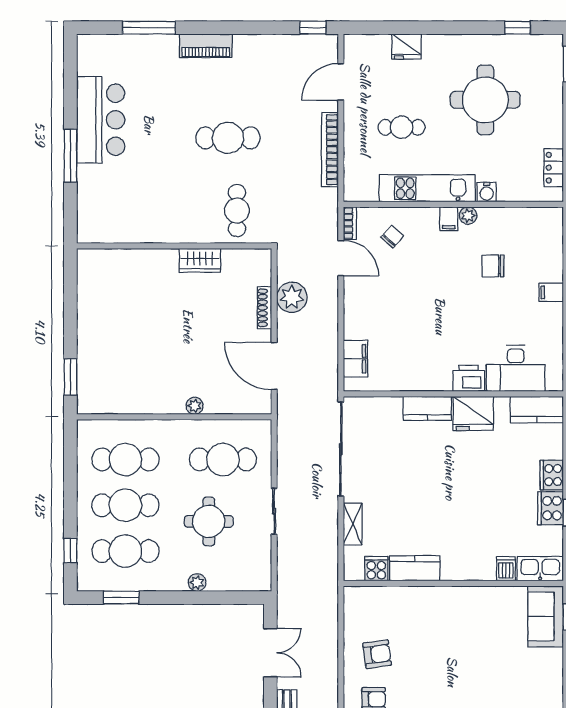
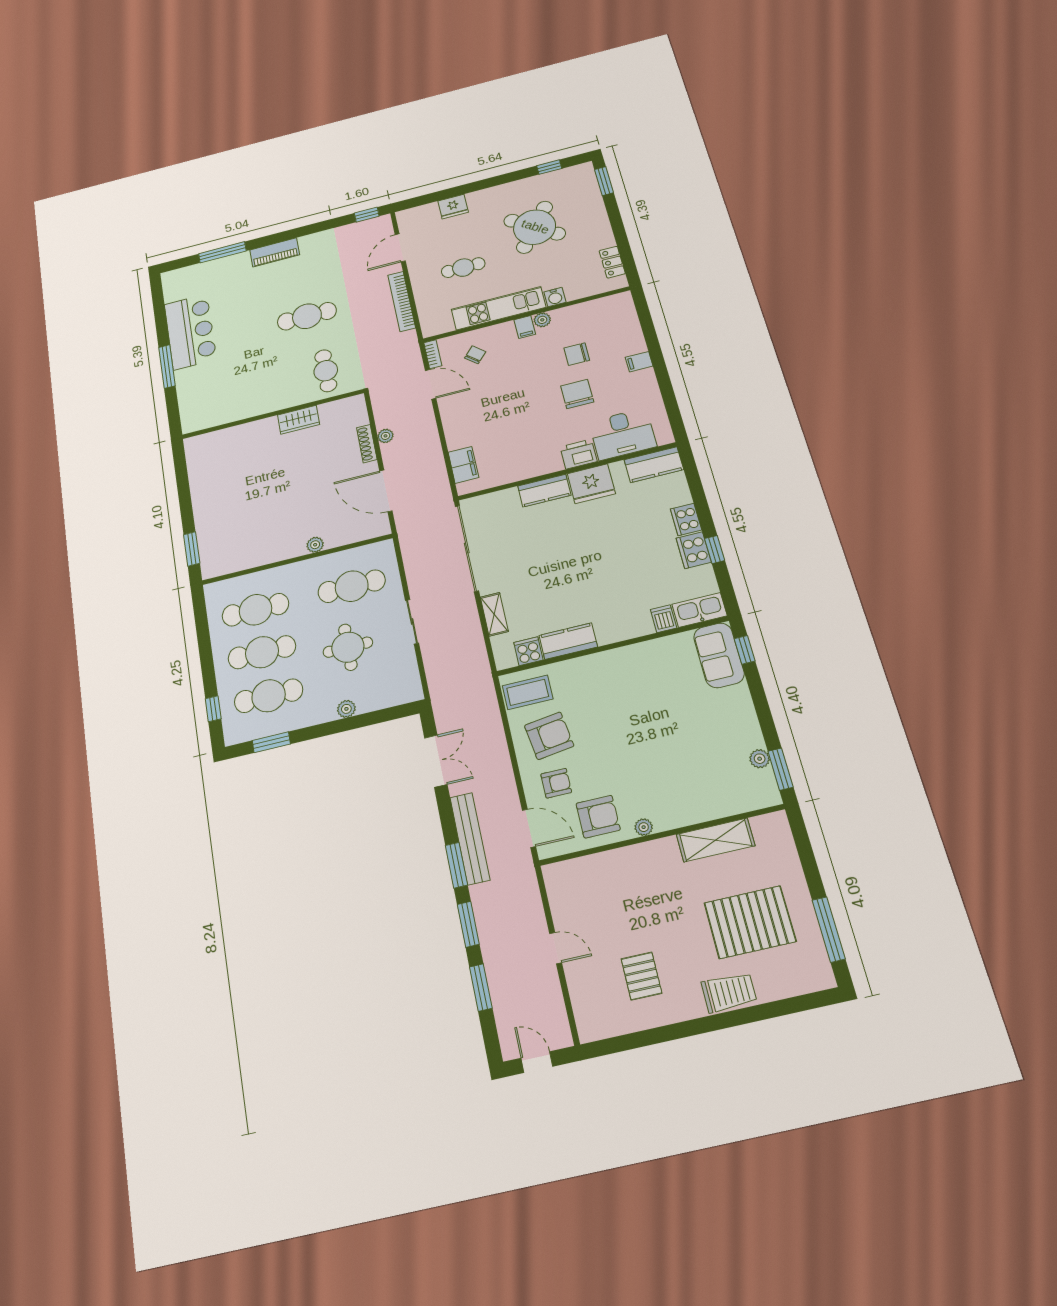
round table: (485, 100) -> (535, 227), turned 36
plant: (292, 297) -> (386, 436), width x0.53, depth x0.53
chair: (483, 311) -> (577, 394), added
coffee table: (367, 608) -> (528, 692), added
armchair: (377, 654) -> (549, 736), width x1.38, depth x1.38

